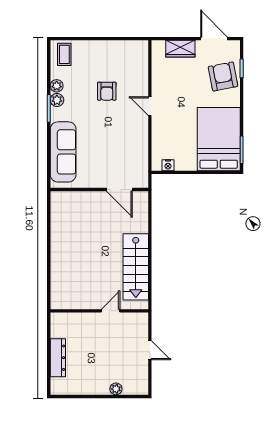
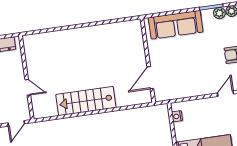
wall: (99, 311) -> (26, 78), moved
door: (111, 311) -> (28, 87), moved

